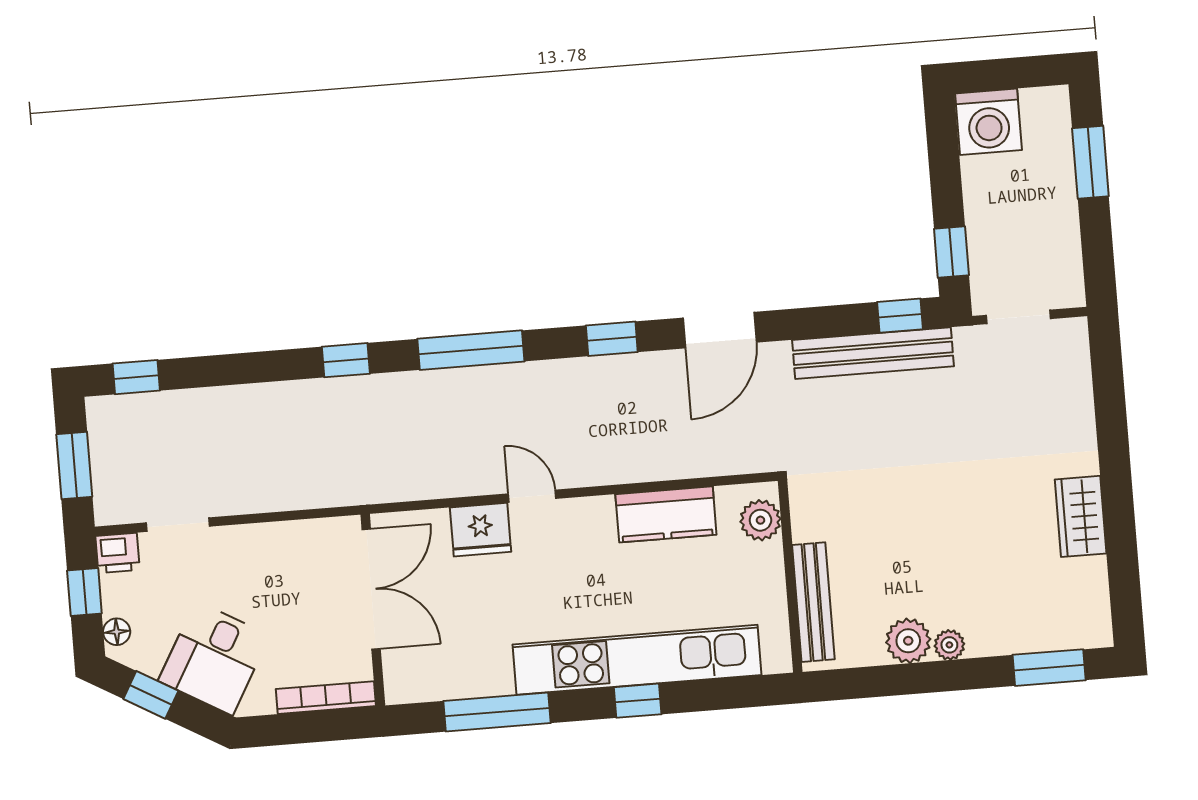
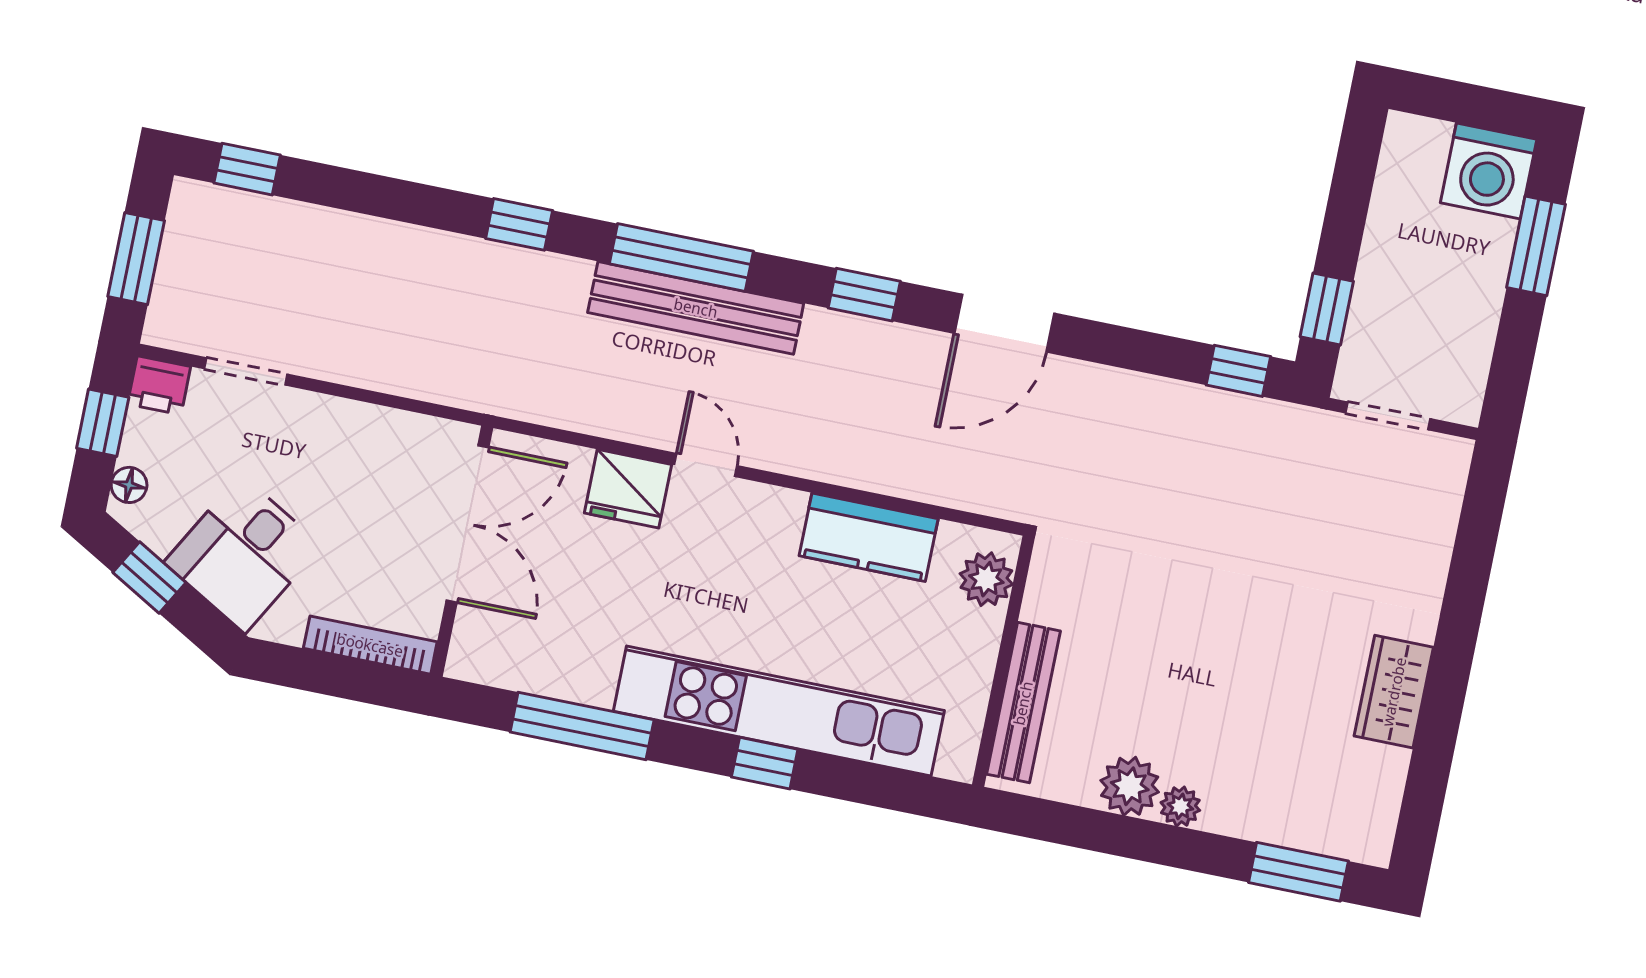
washing machine: (989, 122) -> (1489, 171), moved
bench: (873, 353) -> (696, 308), moved

